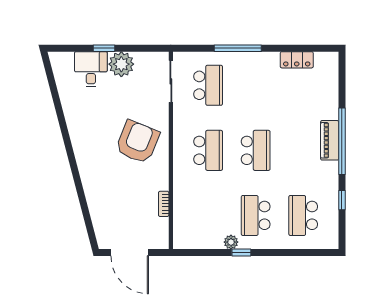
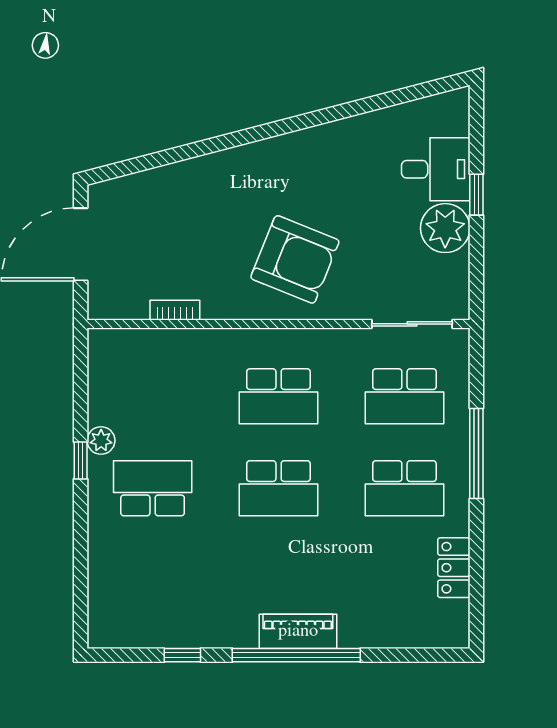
school desk: (303, 215) -> (404, 488), moved, turned 180

